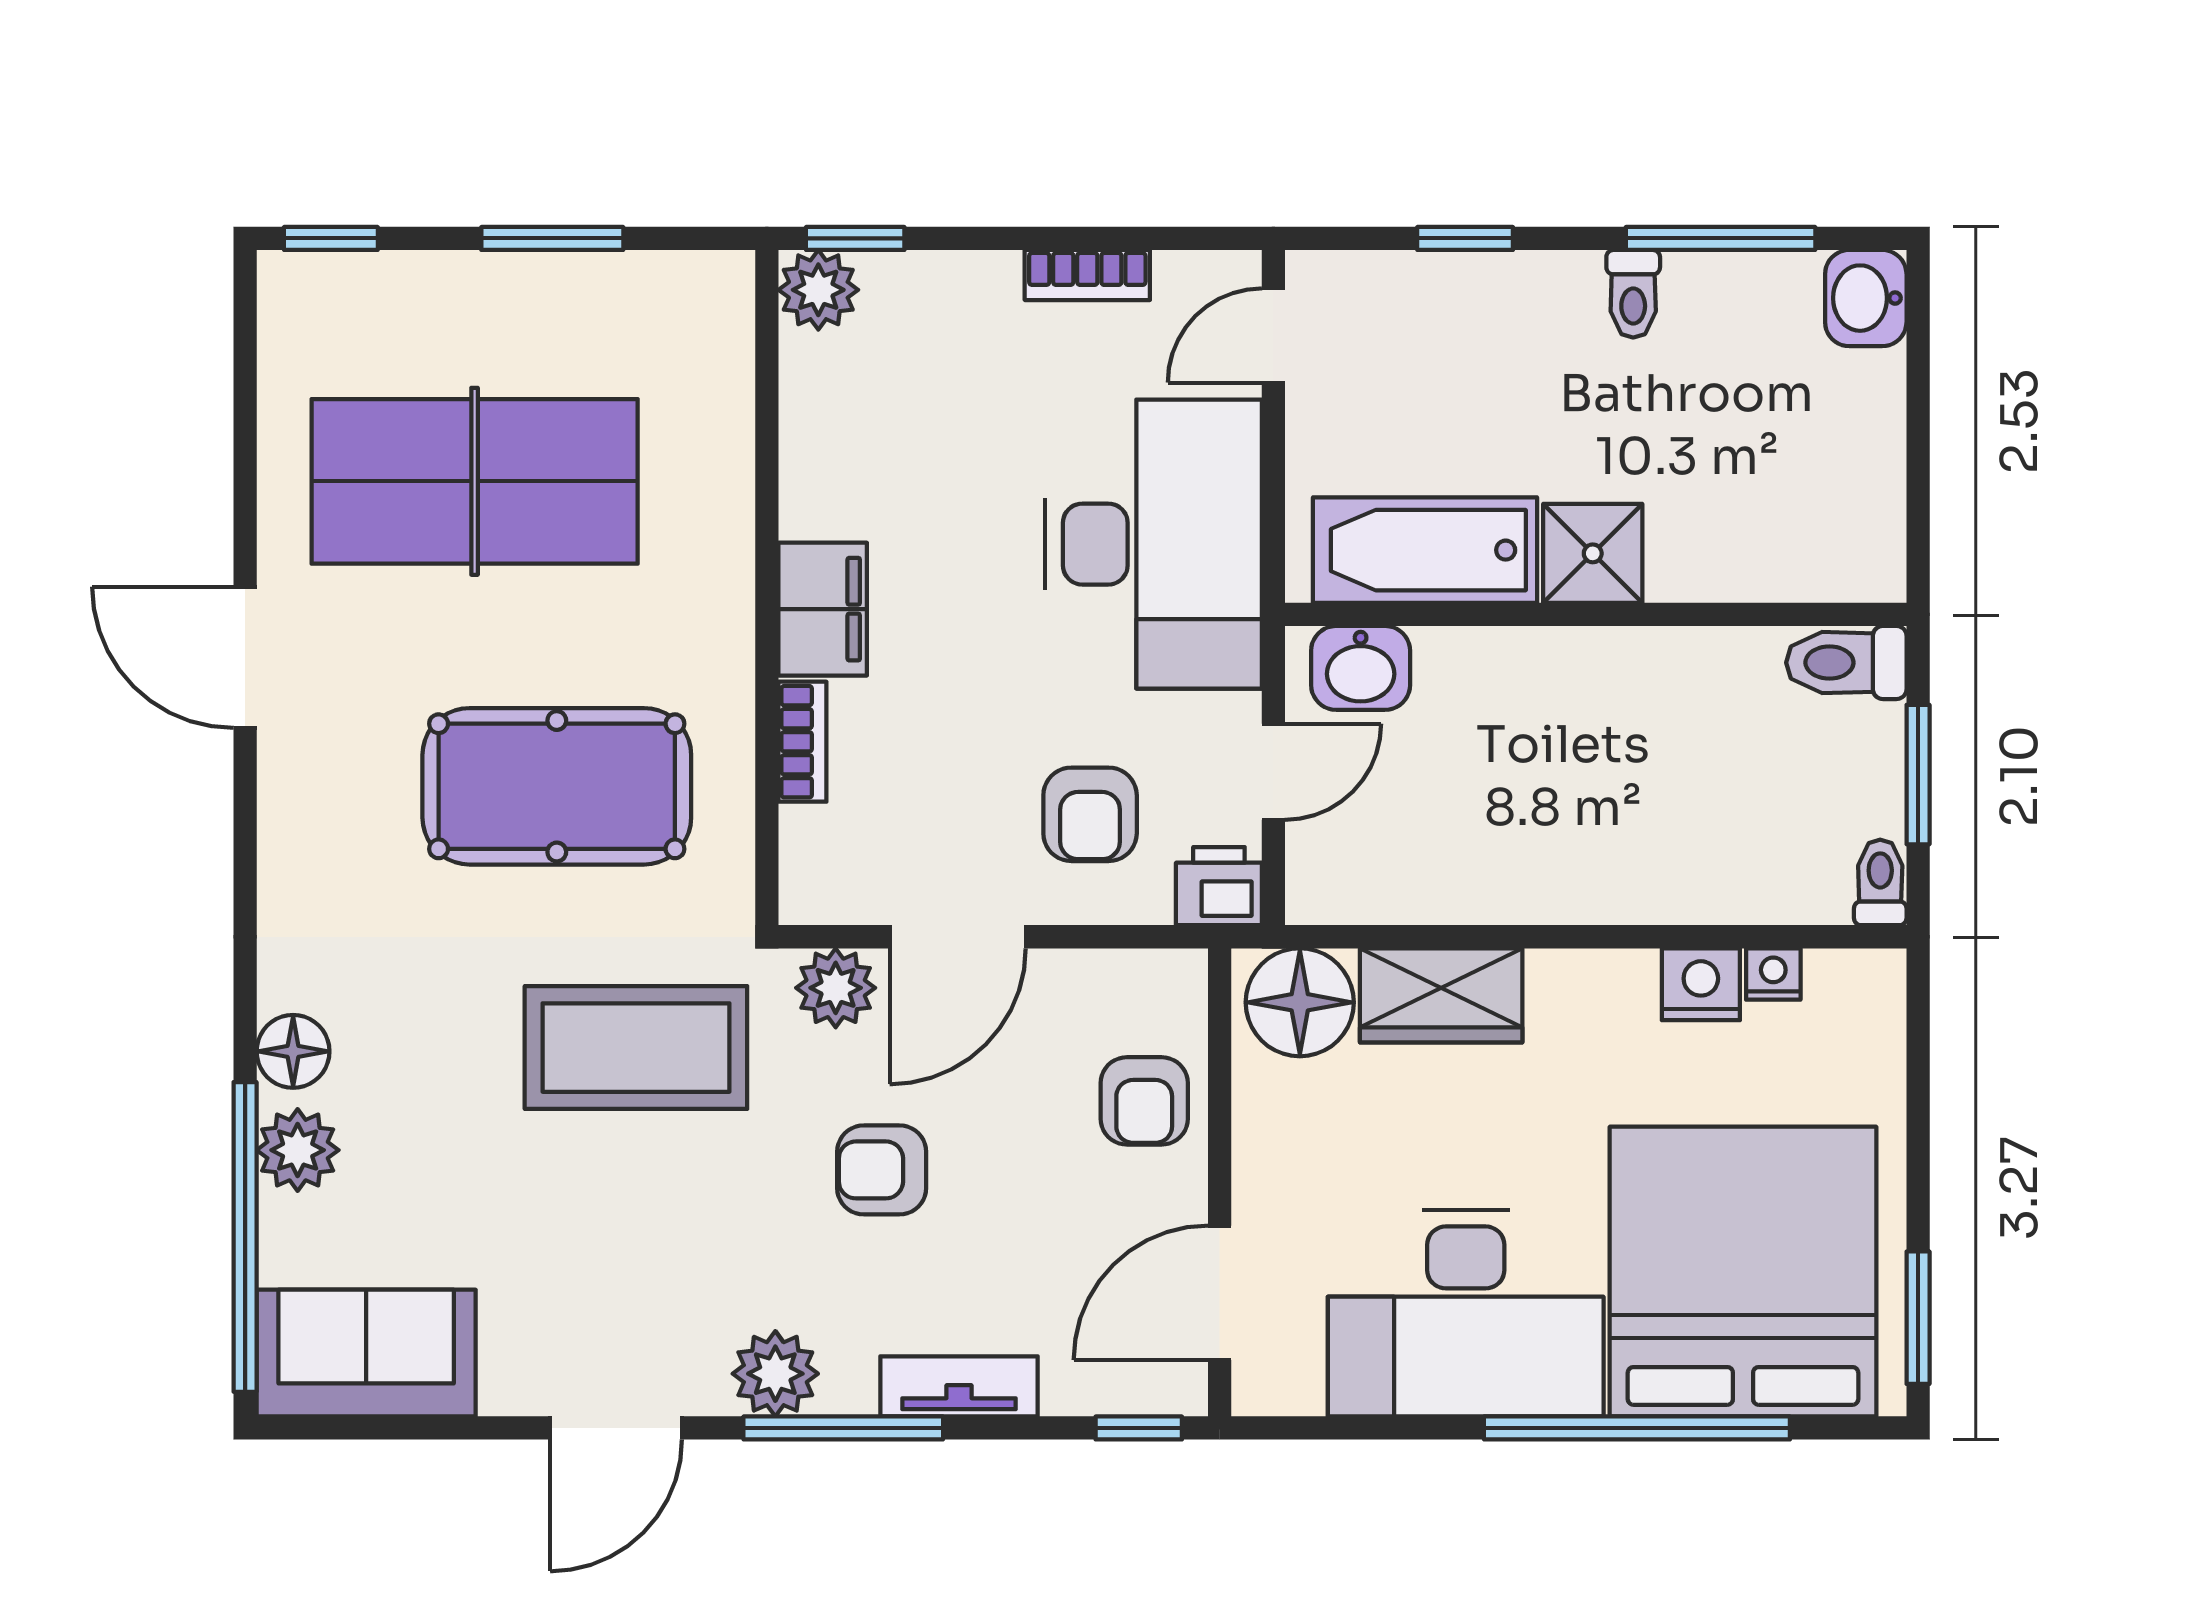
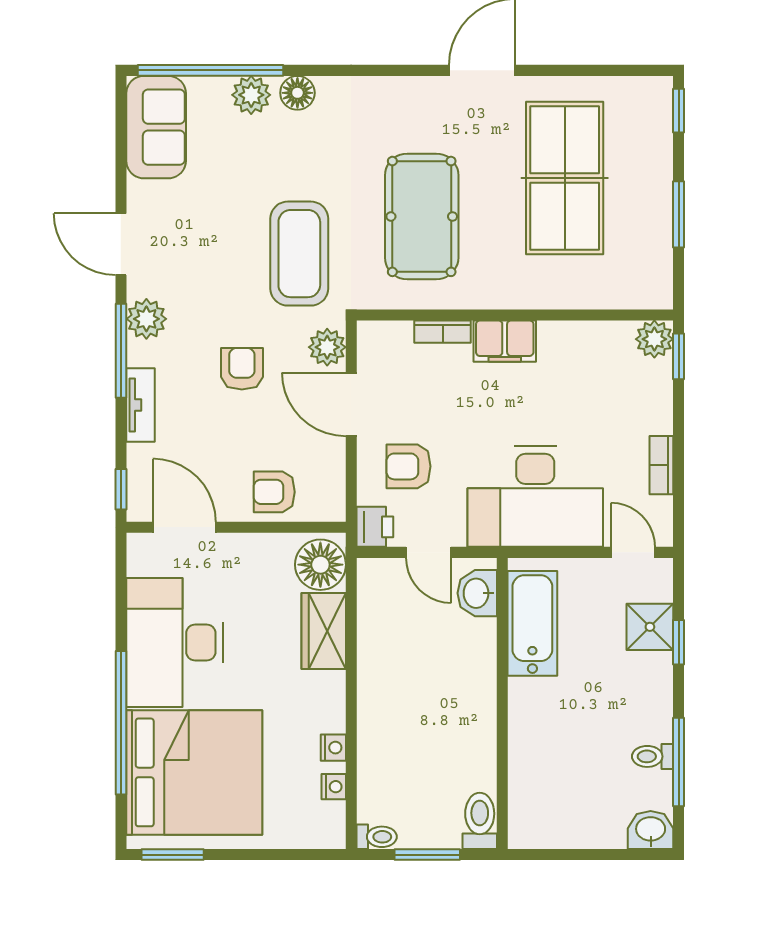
toilet: (1633, 294) -> (653, 756), moved
shower: (1593, 553) -> (650, 627), moved
nightstand: (1701, 984) -> (333, 748), width x0.72, depth x0.74

